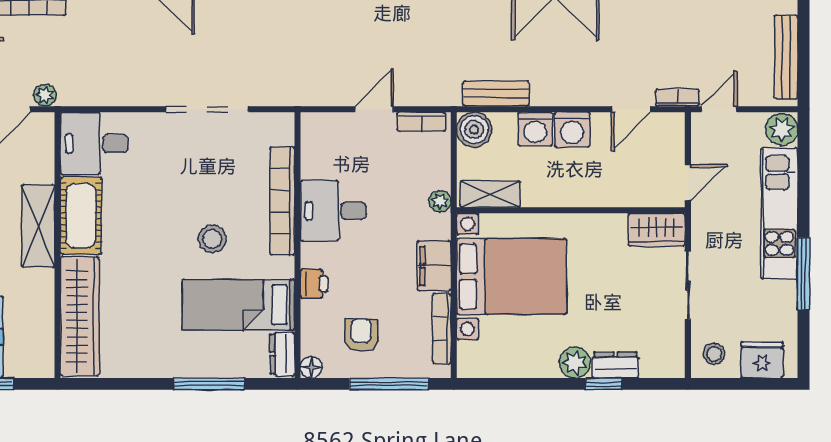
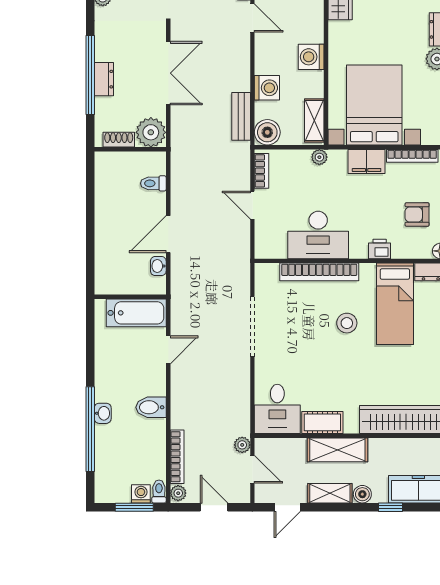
washing machine: (572, 130) -> (311, 57), moved, turned 180
desk: (333, 211) -> (318, 235), width x1.37
cot: (81, 216) -> (322, 422), width x0.73, depth x0.75

